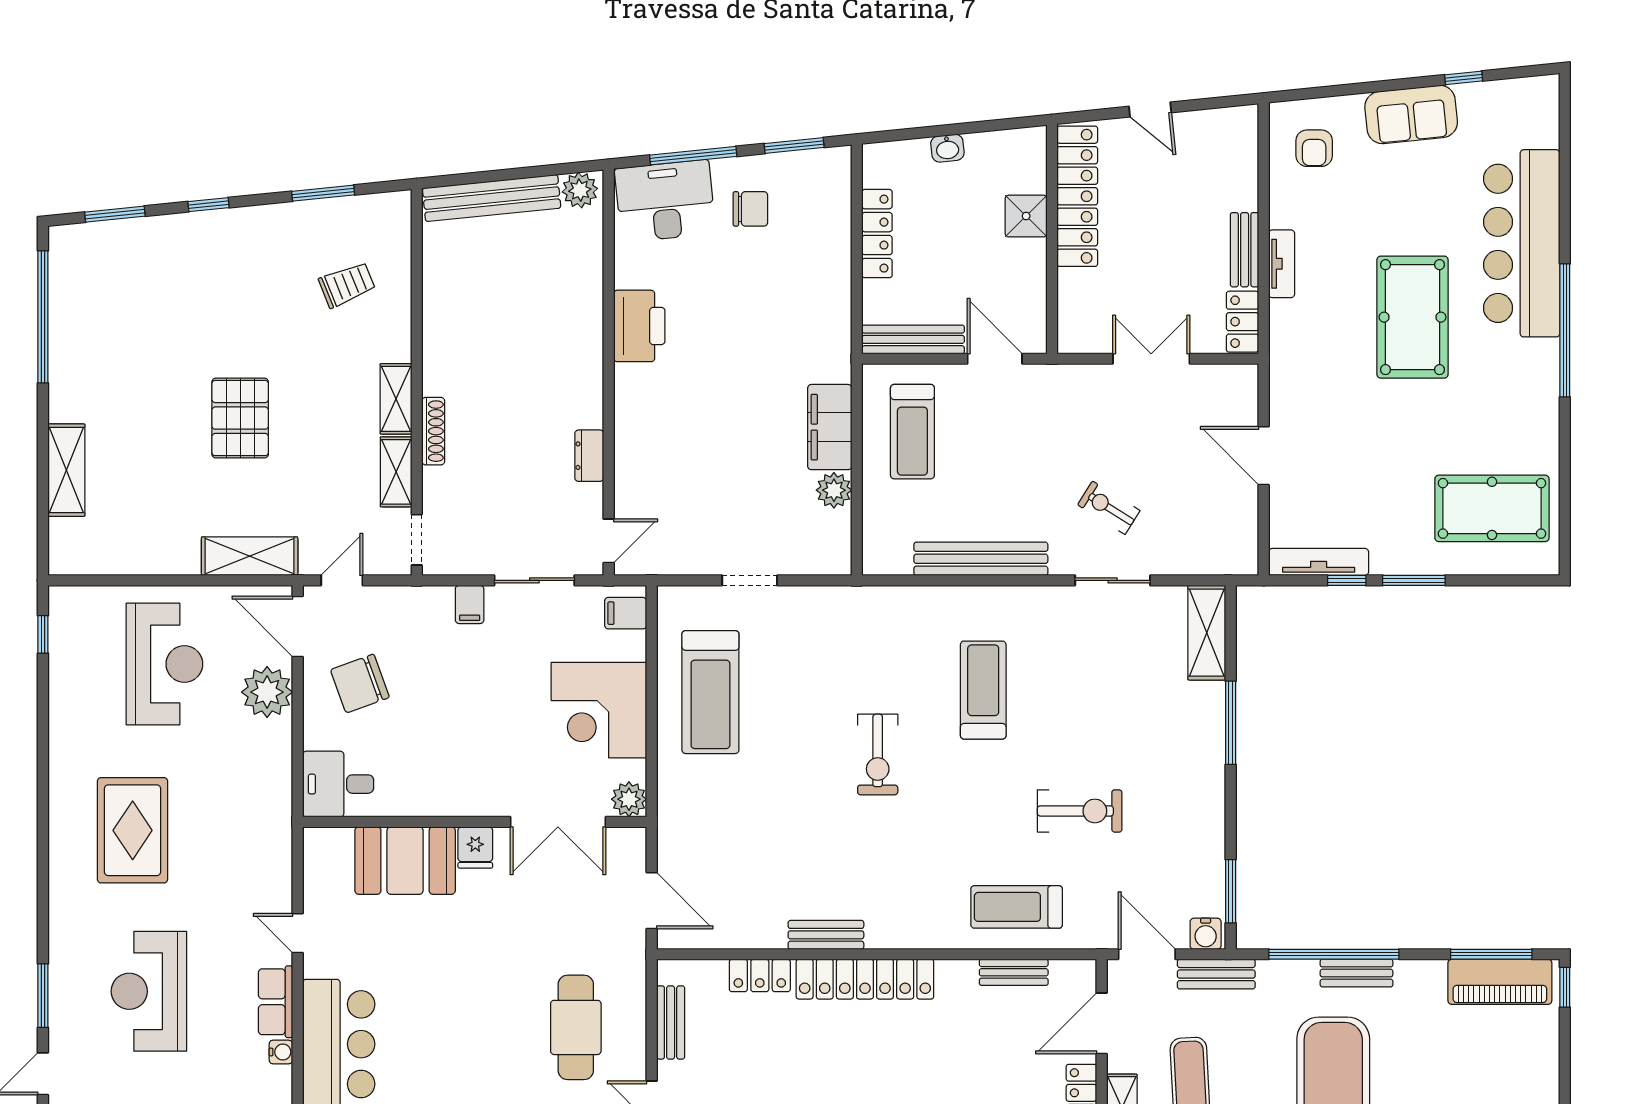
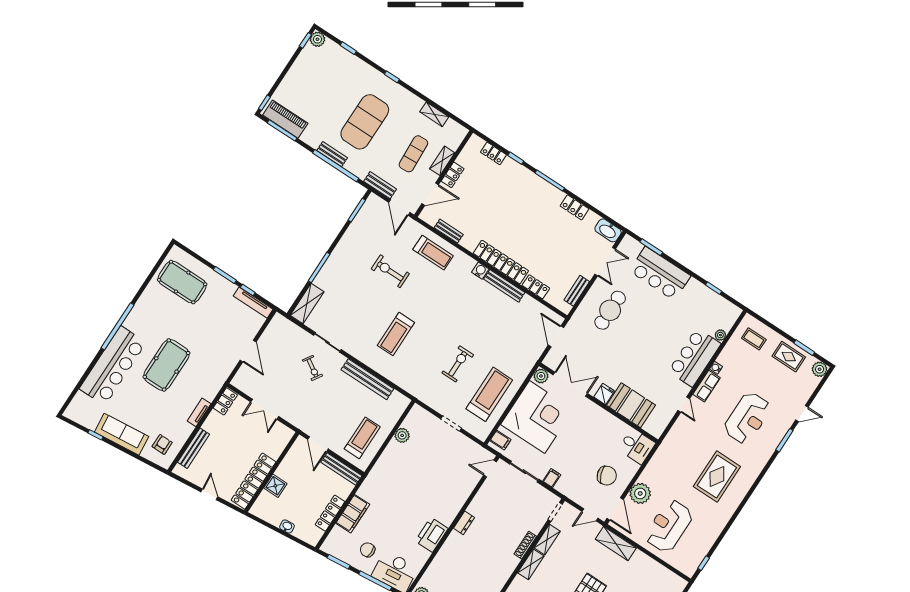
sofa: (1411, 115) -> (122, 434), width x1.36
bench: (1245, 250) -> (194, 448), moved, width x1.36
filing cabinet: (830, 427) -> (353, 514), moved
dresser: (589, 456) -> (464, 523), moved
corner desk: (599, 710) -> (537, 417), width x1.36, depth x1.36
exercise bike: (878, 754) -> (458, 364), moved
water cooler: (1206, 934) -> (480, 271), moved
bench: (826, 935) -> (504, 286), width x1.36

